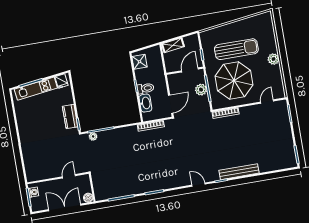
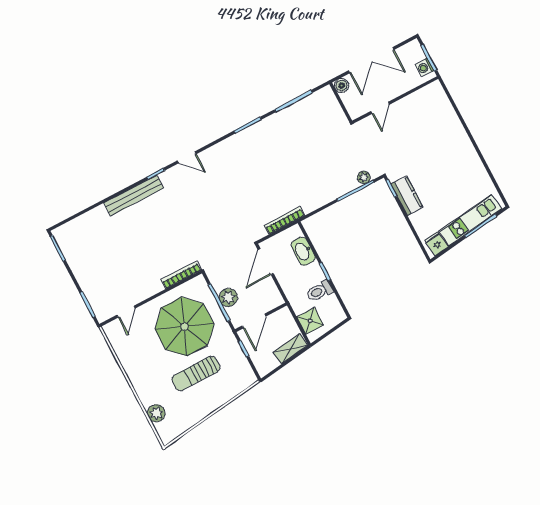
sun lounger: (236, 49) -> (196, 373), width x0.73, depth x0.75
plant: (273, 59) -> (156, 413), moved
shower: (140, 62) -> (310, 321), moved
toilet: (146, 88) -> (320, 291), moved

